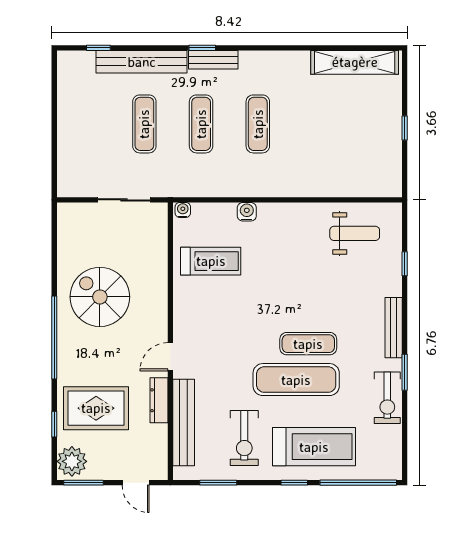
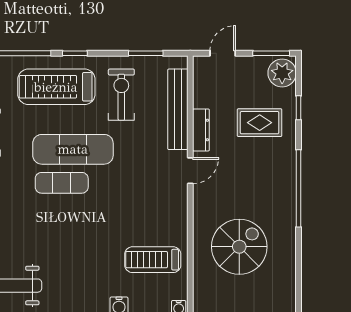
spiral stairs: (100, 297) -> (239, 247), moved, turned -90
rug: (96, 408) -> (260, 123), width x0.73, depth x0.70
door: (136, 483) -> (223, 53), hinge flipped

